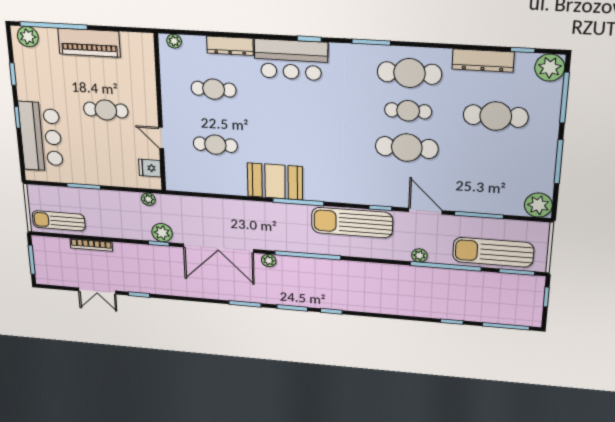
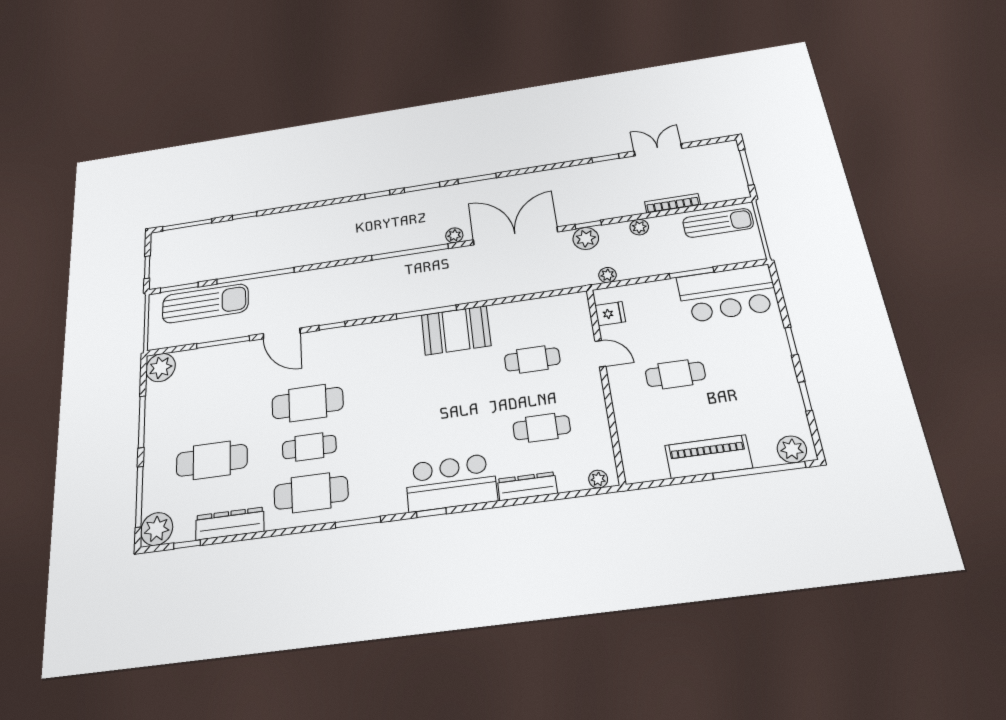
bar counter: (41, 137) -> (727, 293), moved, turned -90
sun lounger: (352, 223) -> (362, 302), removed
plant: (419, 255) -> (639, 227), moved

